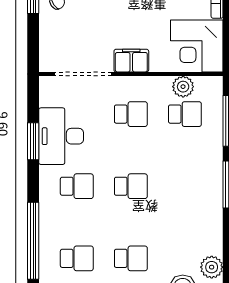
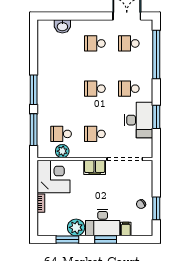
plant: (212, 267) -> (44, 38), removed

